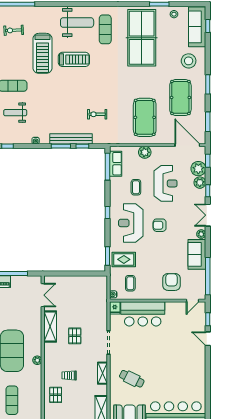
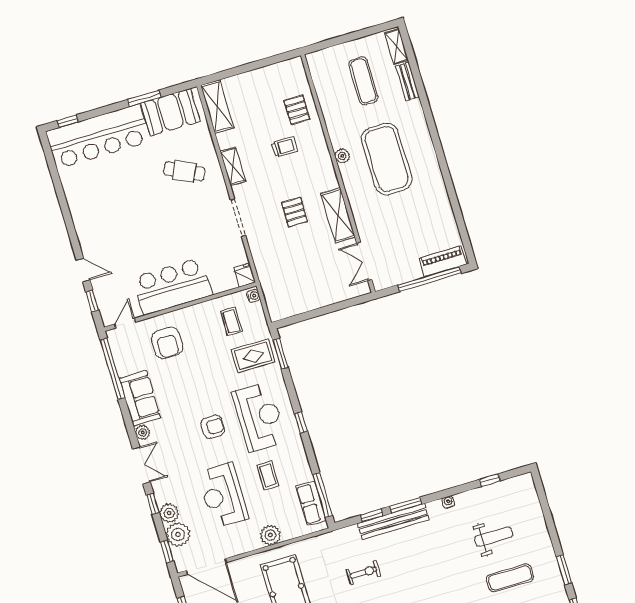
bar counter: (143, 314) -> (172, 286), moved

